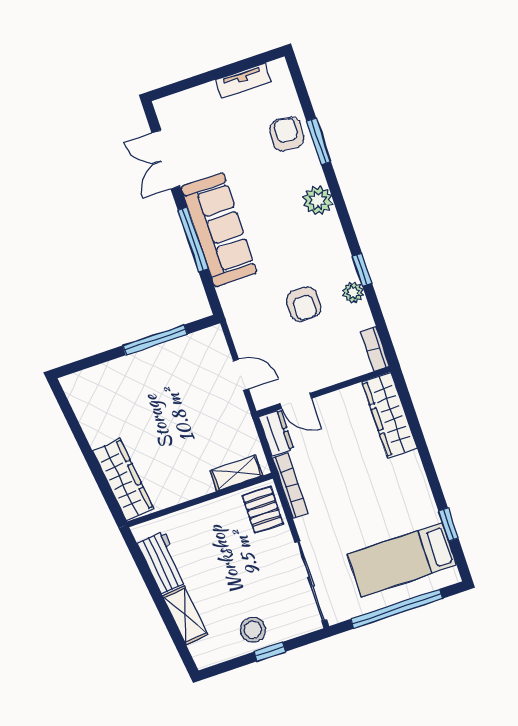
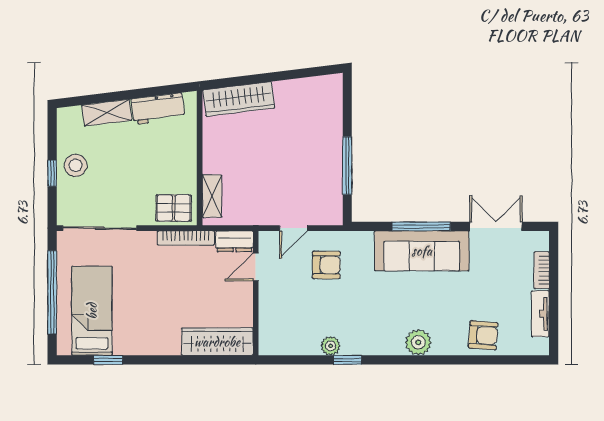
window: (319, 141) -> (468, 360), removed
armchair: (304, 304) -> (326, 265), moved, turned 180
bookcase: (375, 349) -> (542, 270), moved, turned -90

